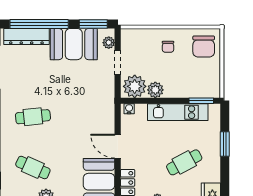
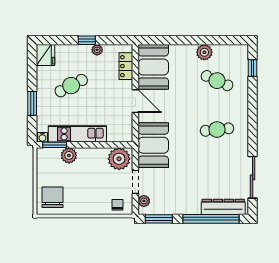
booth: (74, 44) -> (153, 145), moved, turned 90
chair: (168, 47) -> (117, 205), moved
plant: (155, 90) -> (69, 155), moved
water cooler: (129, 109) -> (42, 137), moved

